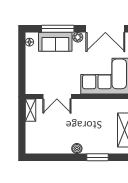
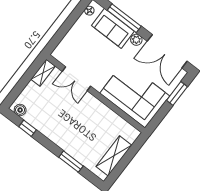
boiler: (77, 149) -> (20, 110), moved
window: (49, 157) -> (28, 128), added

